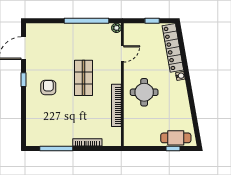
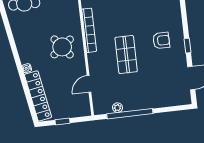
plant: (116, 28) -> (117, 108), moved
armchair: (48, 87) -> (161, 40), turned -90
round table: (144, 92) -> (62, 47), turned -38

